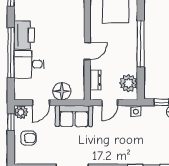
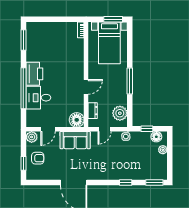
window: (141, 44) -> (130, 81), width x0.68
floor lamp: (62, 91) -> (77, 120), moved
window: (11, 122) -> (23, 163), moved

